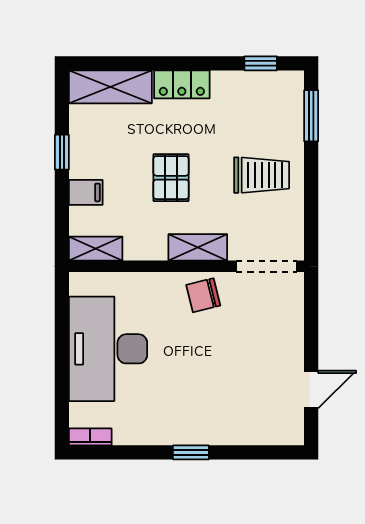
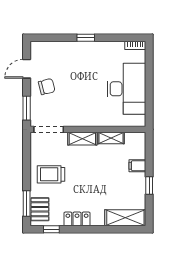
locker: (182, 84) -> (77, 219), moved
pallet: (171, 178) -> (40, 209), moved
shelving: (96, 249) -> (111, 138), moved
chair: (203, 295) -> (47, 87), moved
window: (311, 310) -> (27, 108), added

